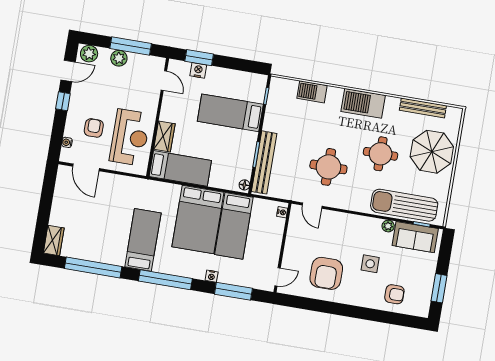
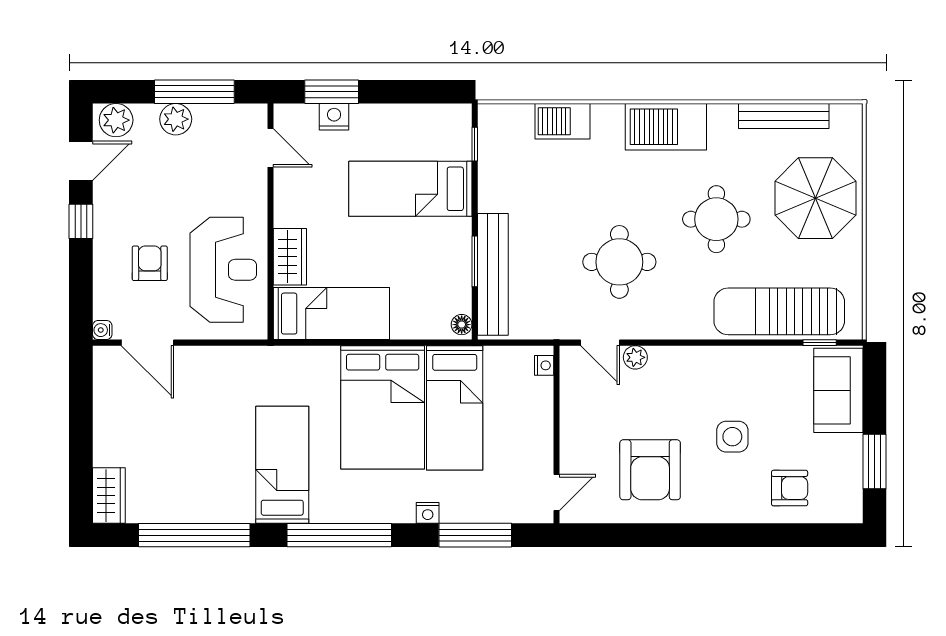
water cooler: (67, 142) -> (102, 330), moved
plant: (388, 226) -> (635, 357), moved
sofa: (415, 237) -> (838, 390), moved, turned 90

